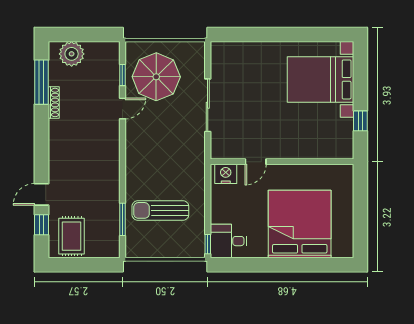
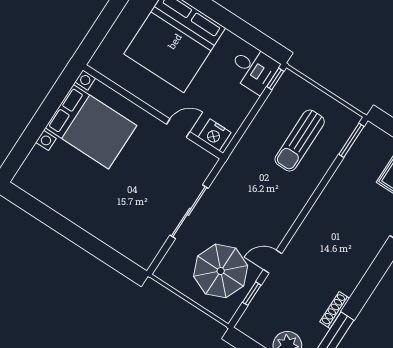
bed with nightstands: (320, 79) -> (91, 127), moved
window: (360, 121) -> (53, 102), removed
sun lounger: (160, 210) -> (300, 140), turned 90
window: (122, 219) -> (351, 140), moved

